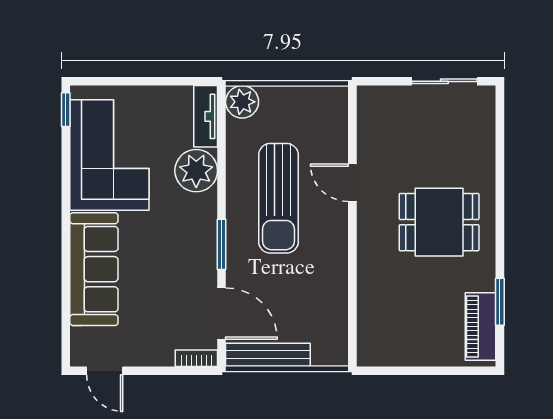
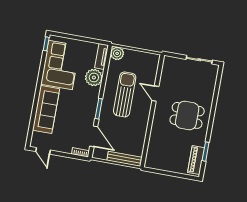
sun lounger: (278, 198) -> (125, 94), turned 180
bench: (268, 355) -> (124, 159), moved

